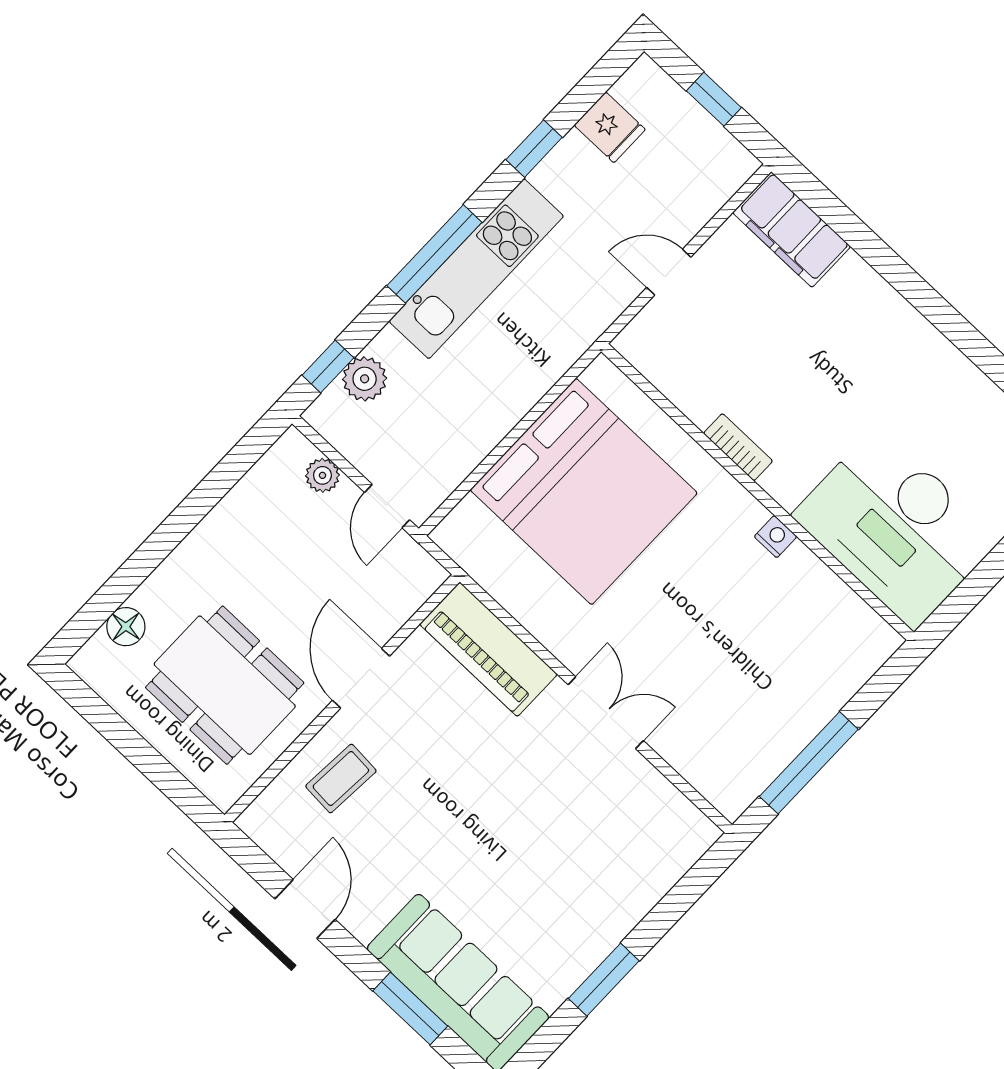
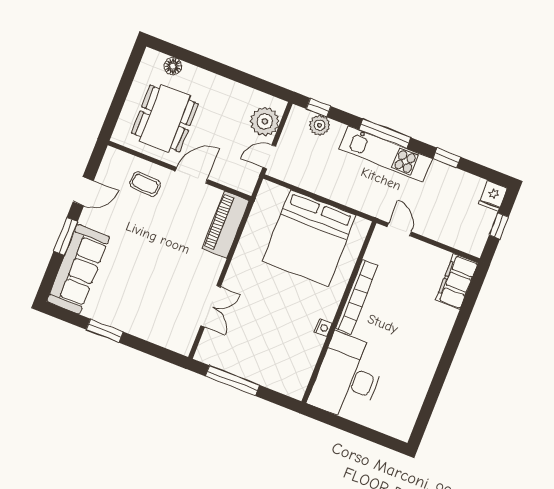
fridge: (610, 127) -> (493, 196), moved
door: (669, 272) -> (399, 229), moved
bookcase: (738, 447) -> (357, 297), width x2.31, depth x1.31
plant: (322, 475) -> (265, 121), width x1.87, depth x1.87
double door: (606, 713) -> (211, 306), moved
window: (410, 1009) -> (66, 236), moved

